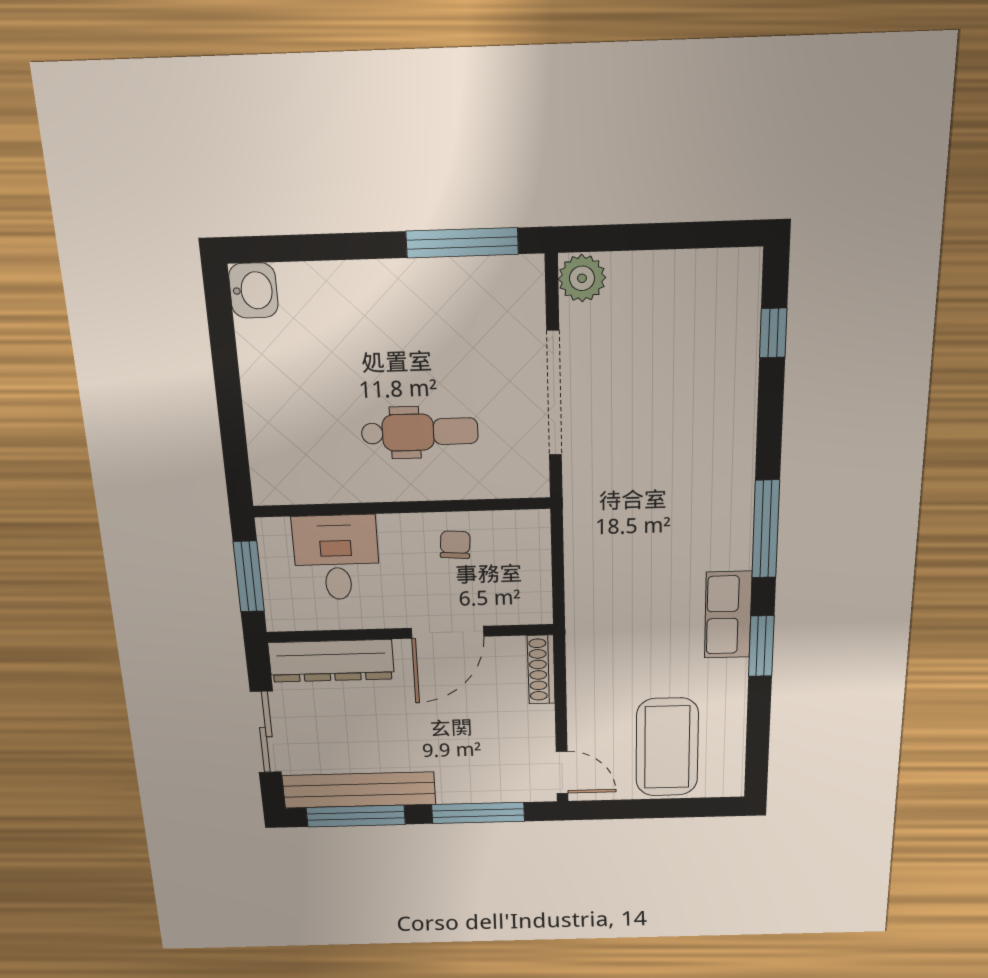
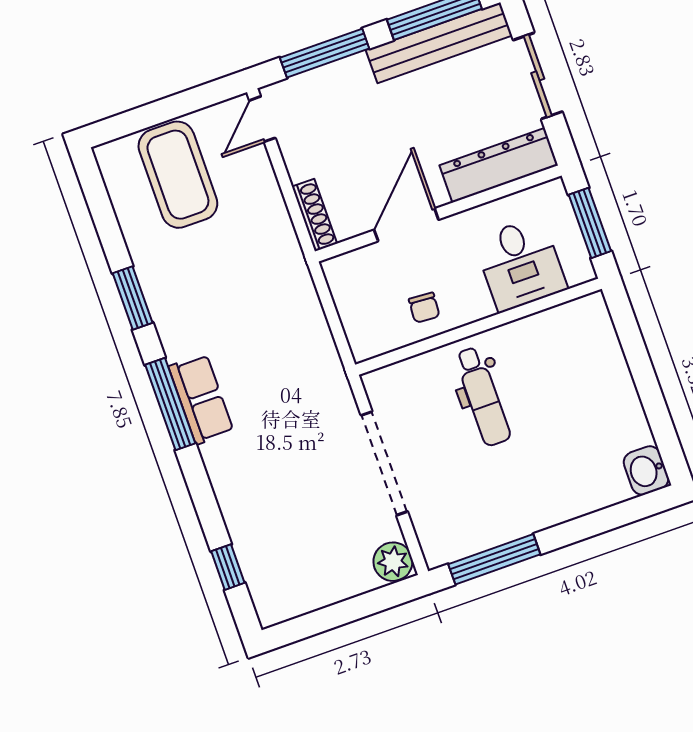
dental chair: (420, 432) -> (483, 396), turned -90
row of seats: (728, 615) -> (201, 399), moved
door: (562, 773) -> (262, 119), hinge flipped

